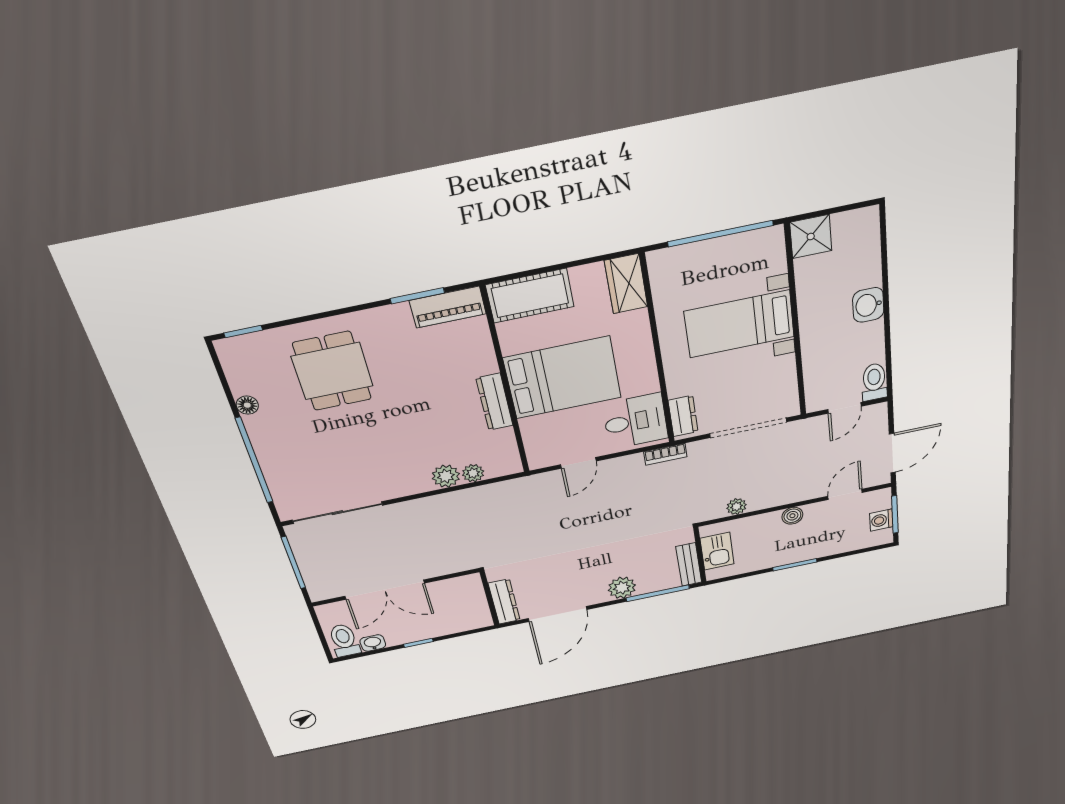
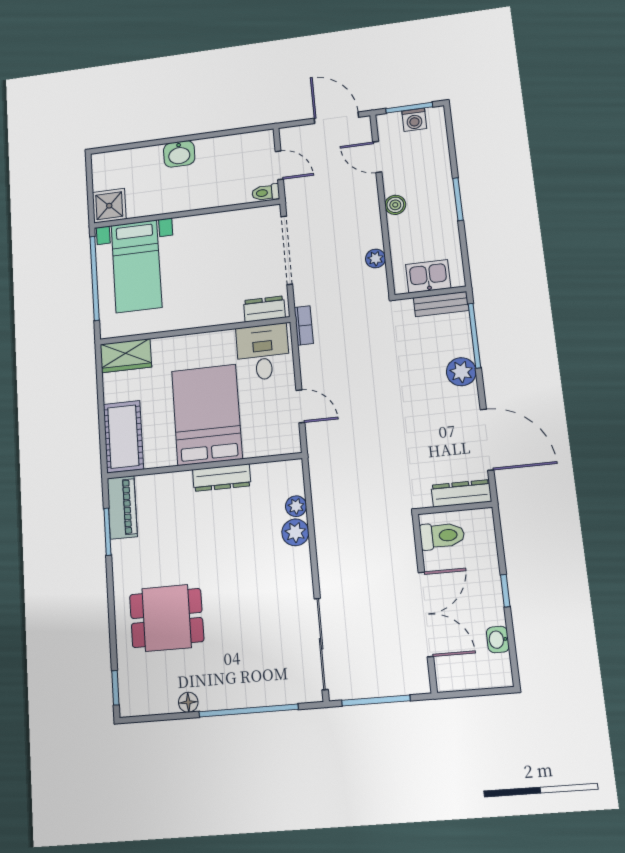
bed with nightstands: (739, 324) -> (136, 266), moved
toilet: (874, 382) -> (266, 193), moved, width x0.73, depth x0.72
toilet: (344, 640) -> (442, 536), moved, turned 180

